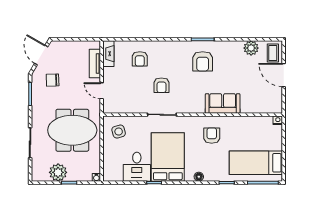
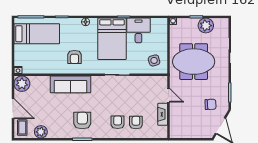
fireplace: (108, 54) -> (163, 114), moved
tv unit: (95, 63) -> (174, 119), removed
armchair: (161, 85) -> (118, 122), moved
sofa: (223, 104) -> (70, 84), width x1.36
plant: (273, 104) -> (22, 84), added

